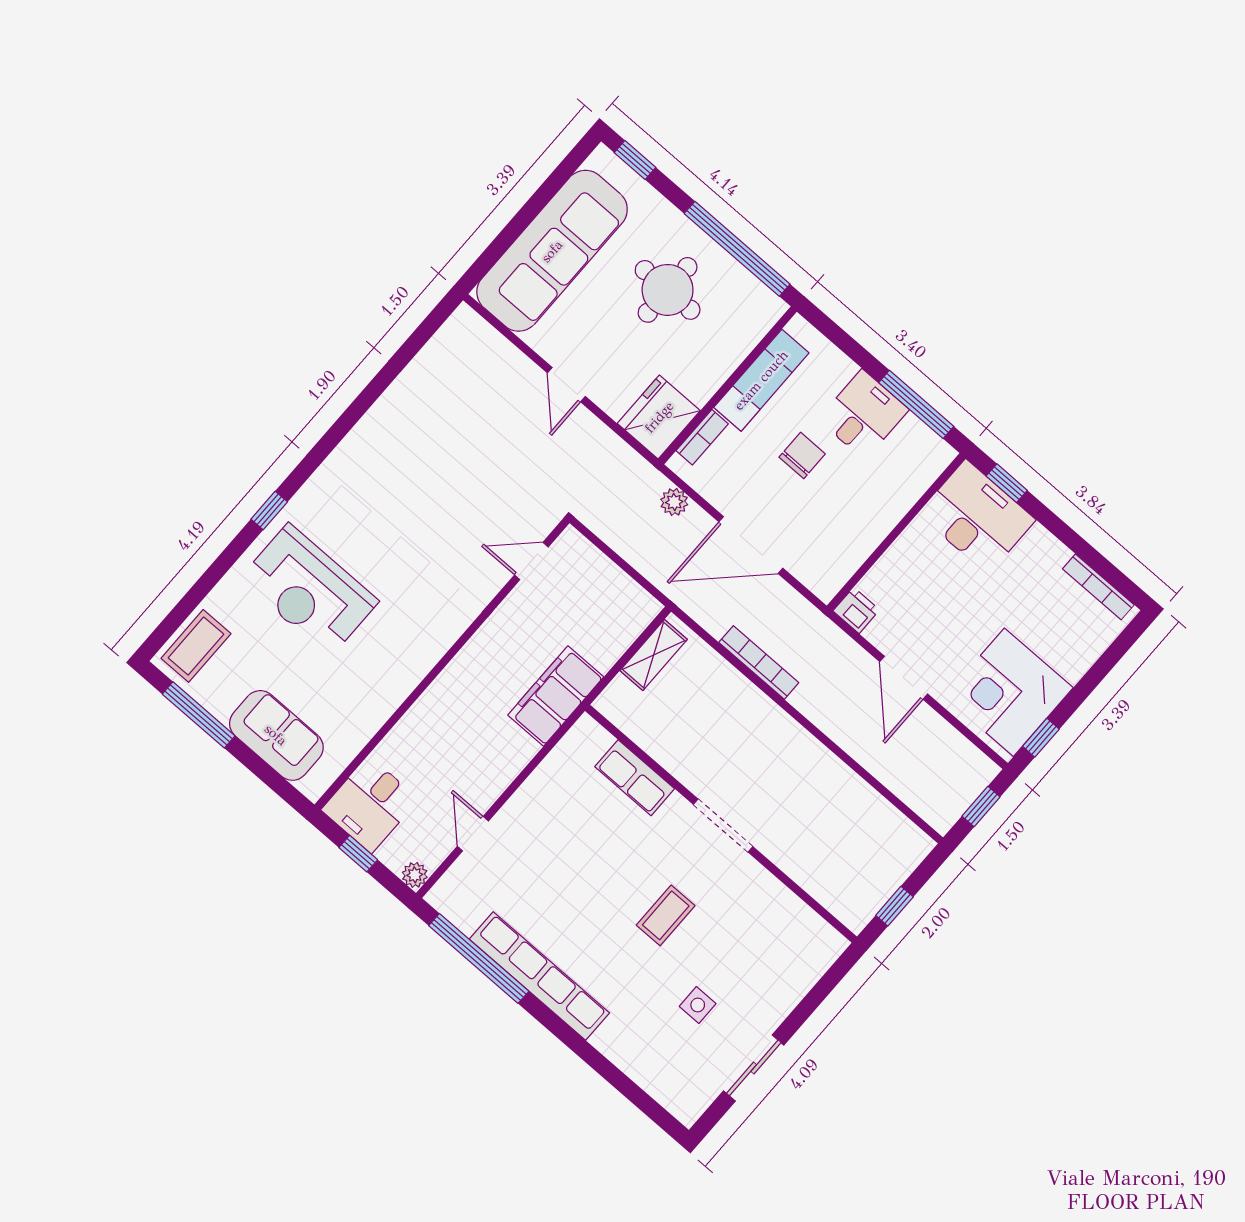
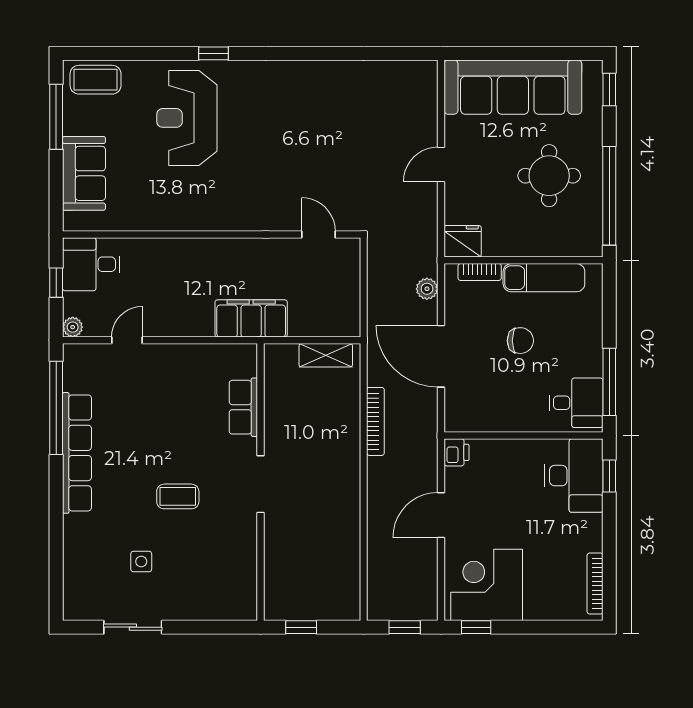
desk: (863, 415) -> (576, 403), moved
fridge: (659, 417) -> (463, 241), width x0.73, depth x0.75

